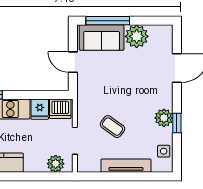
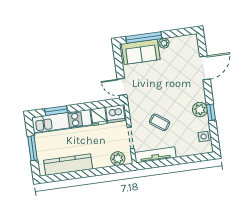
plant: (137, 36) -> (164, 43), width x0.53, depth x0.53
door: (73, 62) -> (122, 87), moved
tv unit: (126, 166) -> (155, 155), moved

